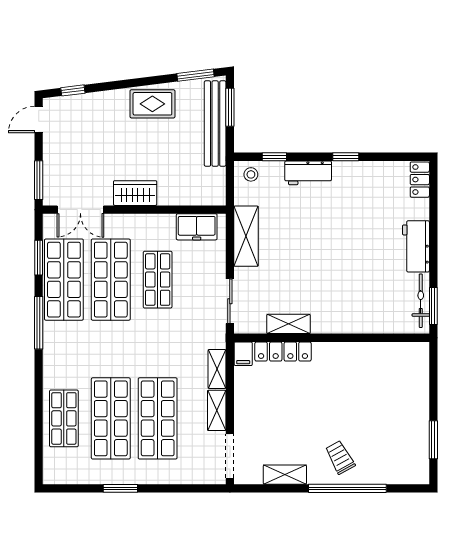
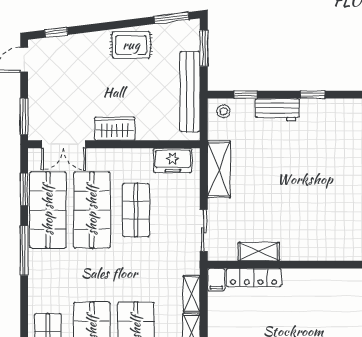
bench: (215, 124) -> (190, 92), moved

